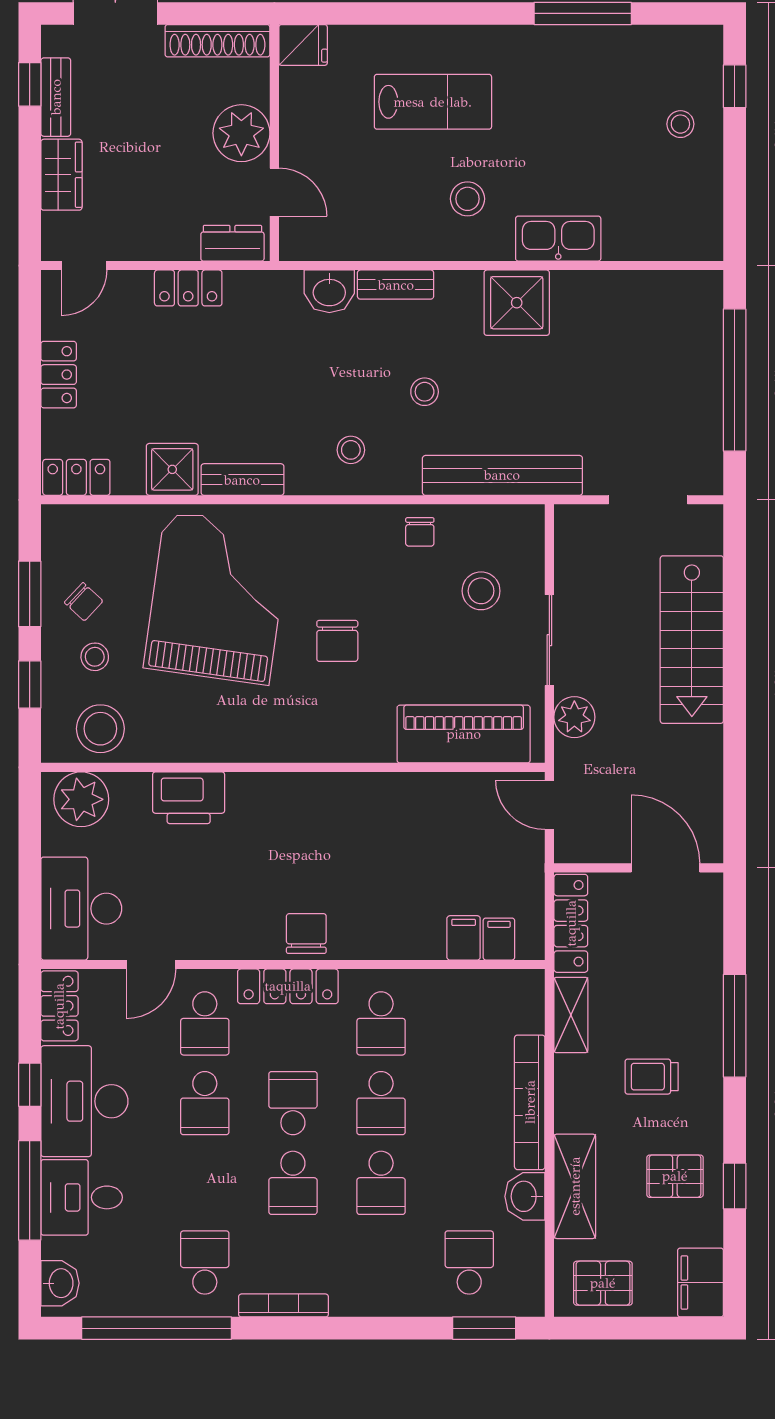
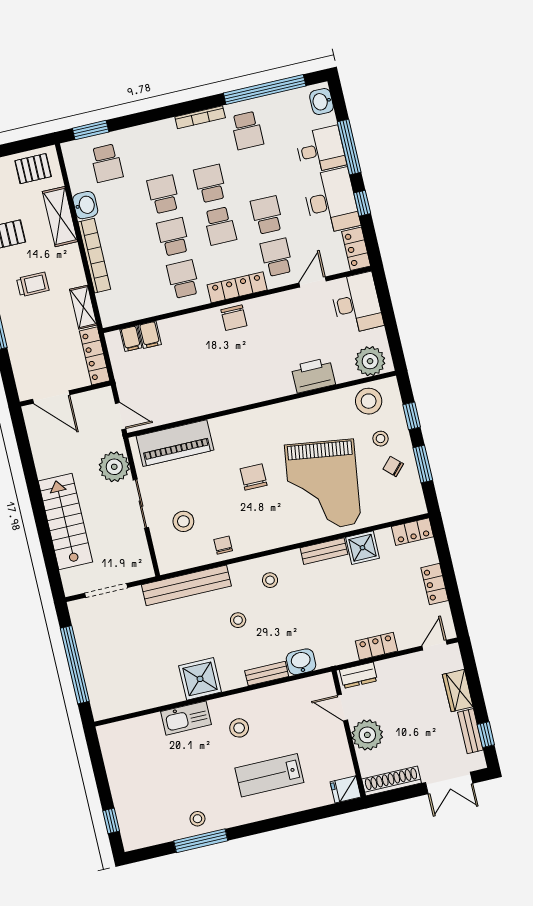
stool: (680, 124) -> (197, 819), moved
plant: (574, 717) -> (114, 467), width x1.36, depth x1.36

